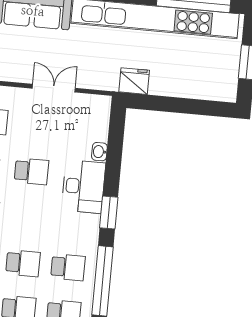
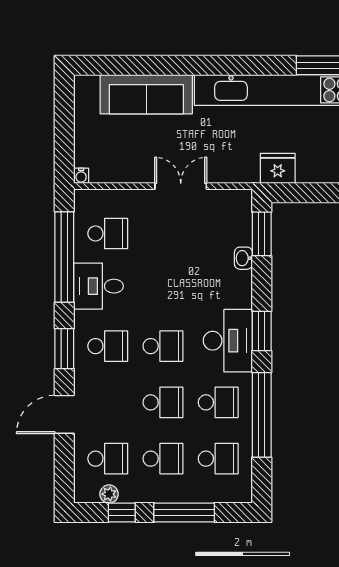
window: (116, 133) -> (262, 234), added
school desk: (31, 171) -> (163, 346), moved
desk: (83, 187) -> (228, 341), moved

